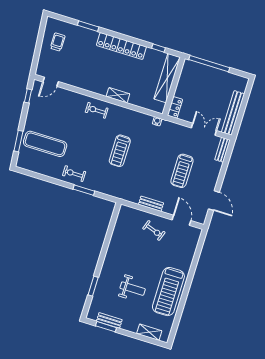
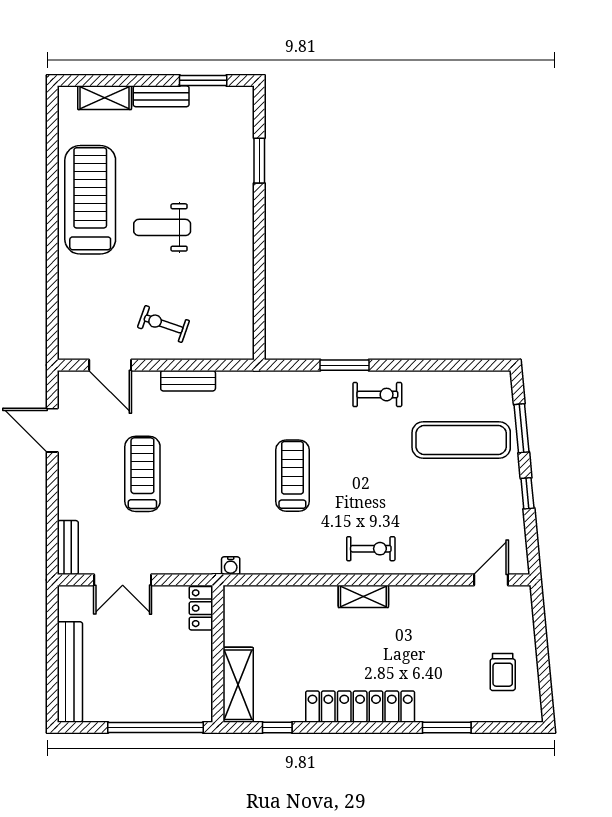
shelving: (167, 78) -> (238, 685), width x0.68
shelving: (118, 95) -> (363, 596), moved
window: (28, 96) -> (527, 493), moved
bench: (233, 113) -> (70, 672), moved
weight bench: (133, 289) -> (162, 227), moved
bench: (109, 320) -> (161, 96), moved

